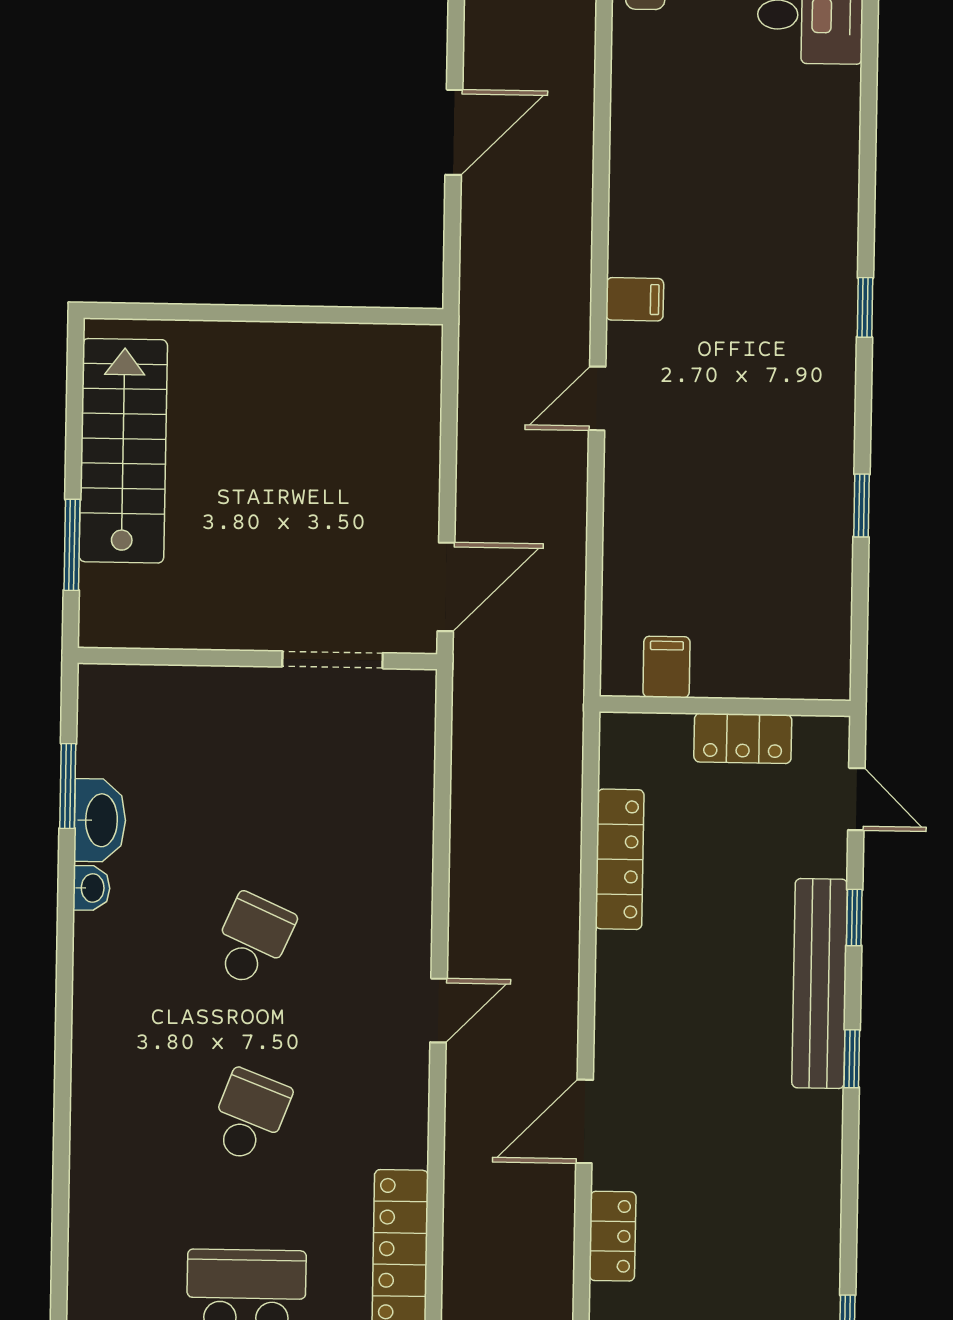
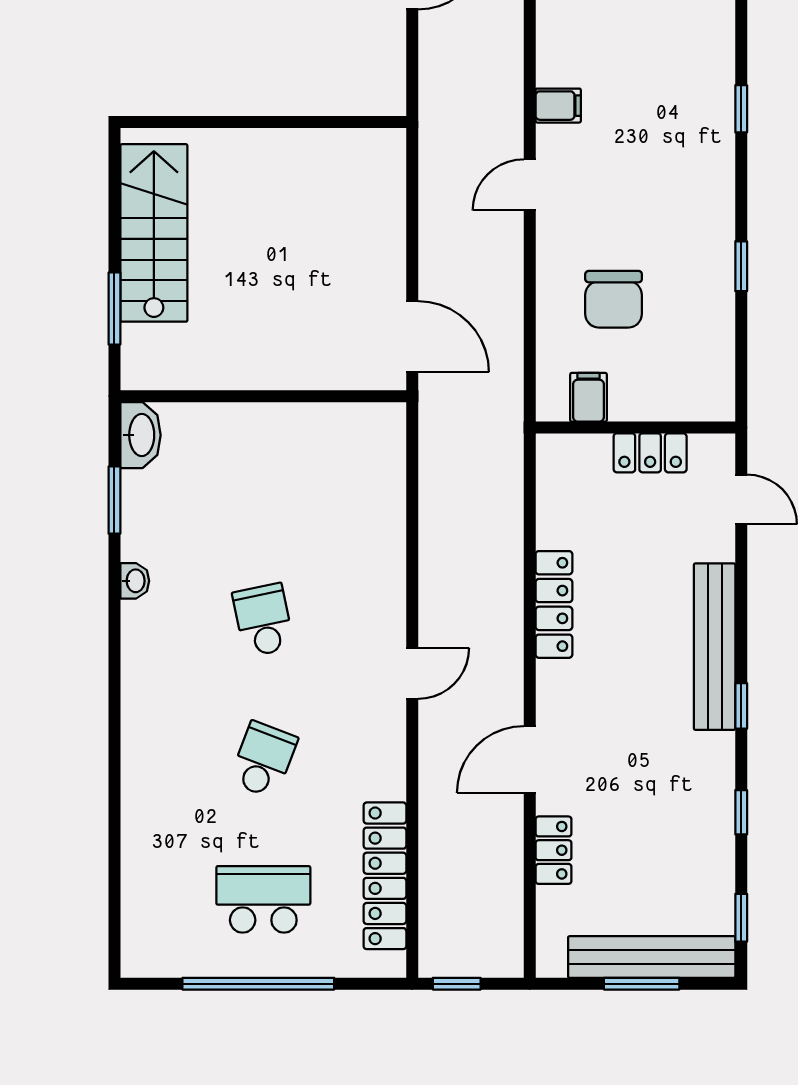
chair: (700, 544) -> (614, 299), added
door: (446, 587) -> (412, 337), hinge flipped
doorway: (333, 660) -> (323, 396), removed
washbasin: (100, 820) -> (141, 435), moved
locker: (620, 859) -> (554, 604), moved
window: (854, 918) -> (741, 812), moved
school desk: (252, 940) -> (263, 620), turned -36

